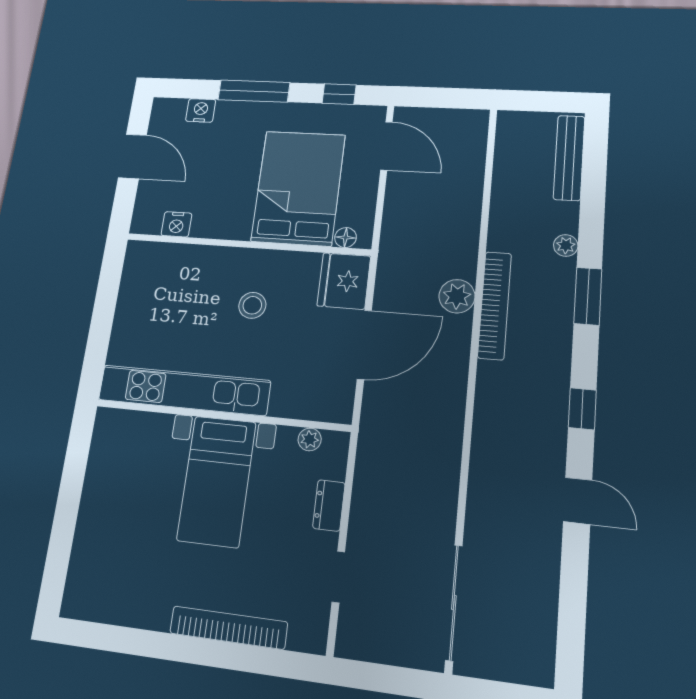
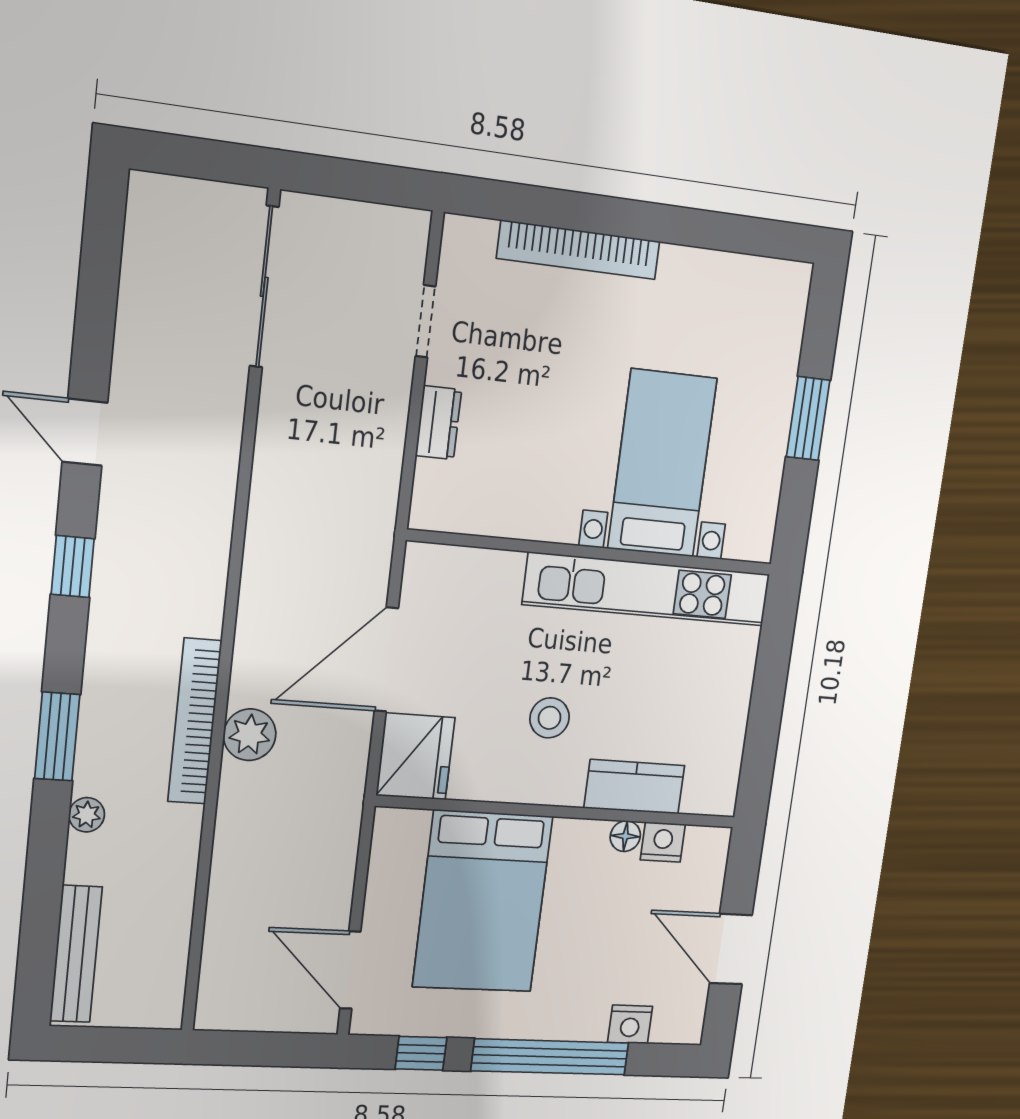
window: (254, 91) -> (550, 1057), width x1.46
floor lamp: (346, 238) -> (625, 836), moved
kitchen counter: (195, 260) -> (634, 787), added
plant: (310, 439) -> (466, 518), removed
bed with nightstands: (217, 481) -> (662, 464), moved
window: (67, 506) -> (808, 418), added

